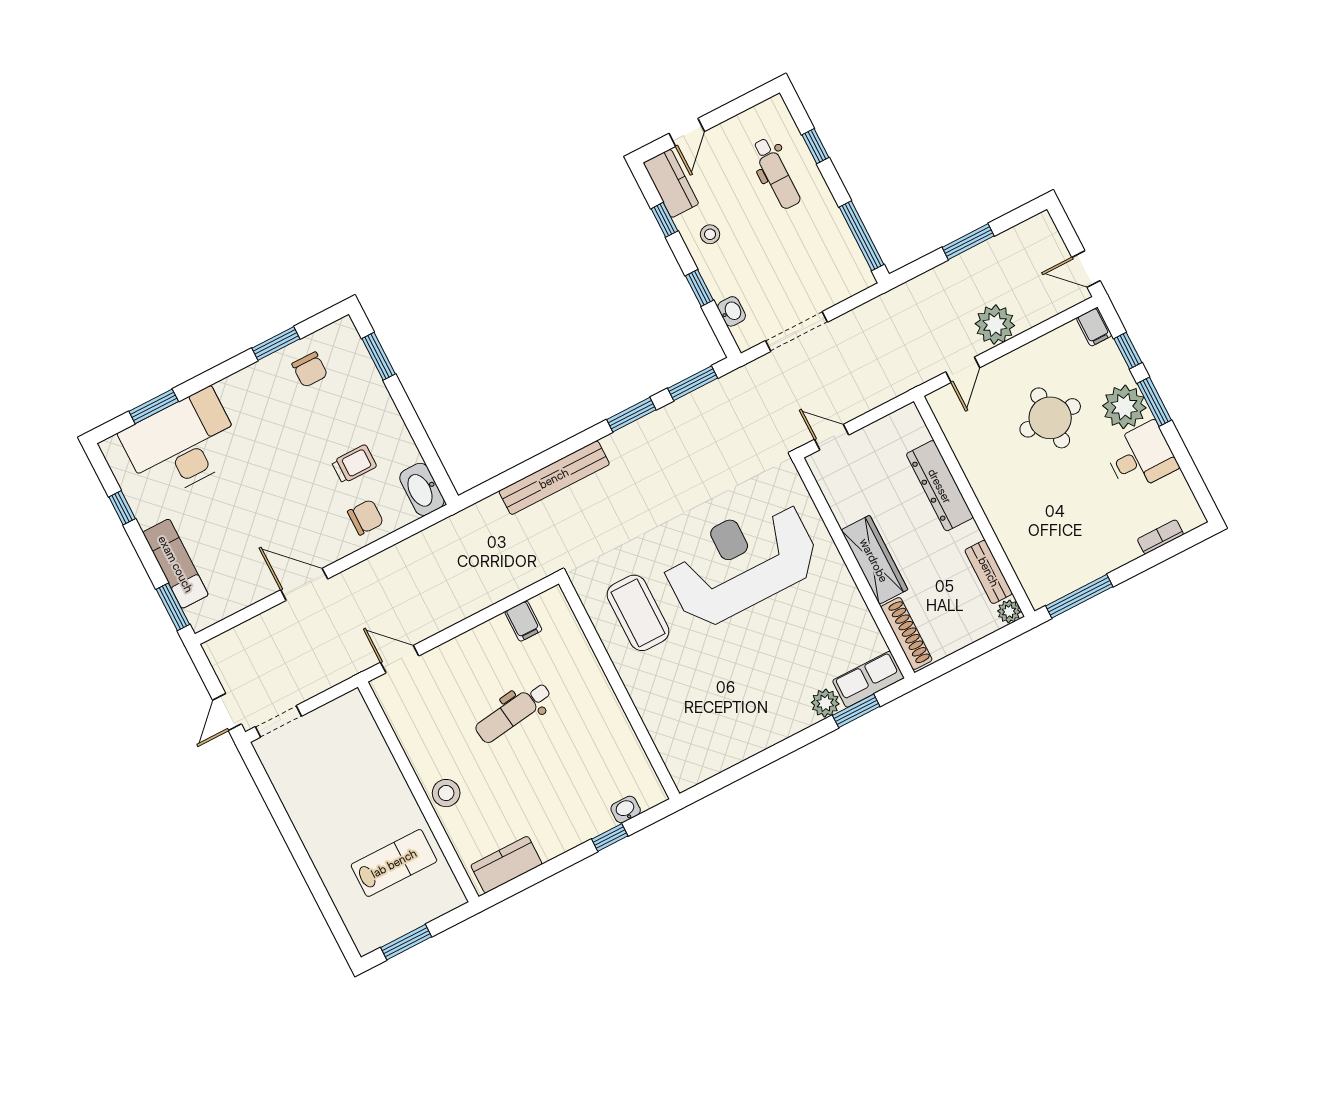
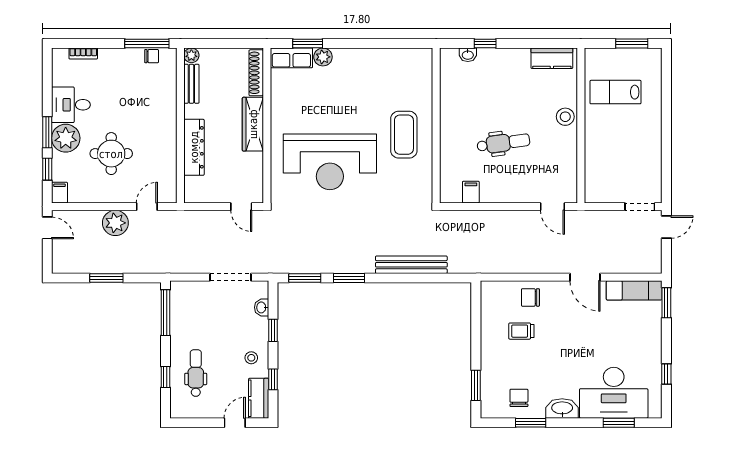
washbasin: (422, 489) -> (562, 408), moved, turned -90
exam couch: (176, 564) -> (634, 290), moved, turned -90
chair: (1064, 582) -> (152, 56), added
coffee table: (638, 613) -> (404, 135), moved

